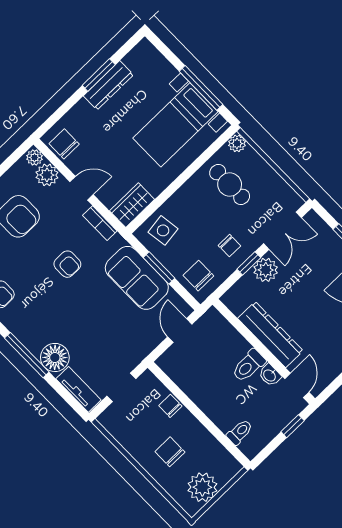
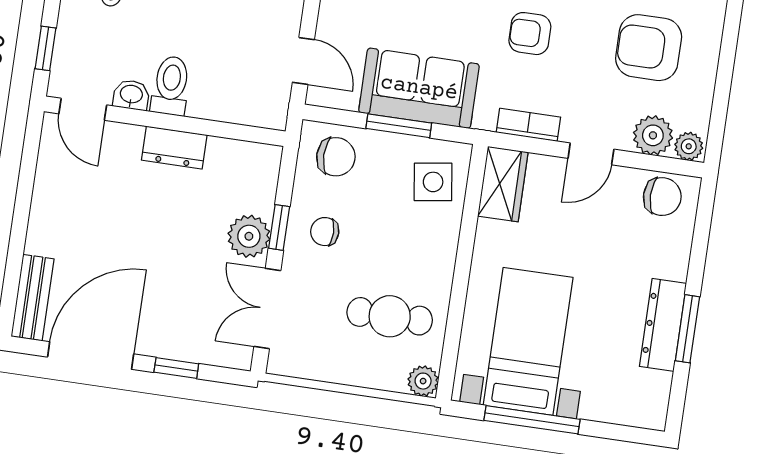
dresser: (270, 335) -> (174, 148), width x0.51, depth x0.80

